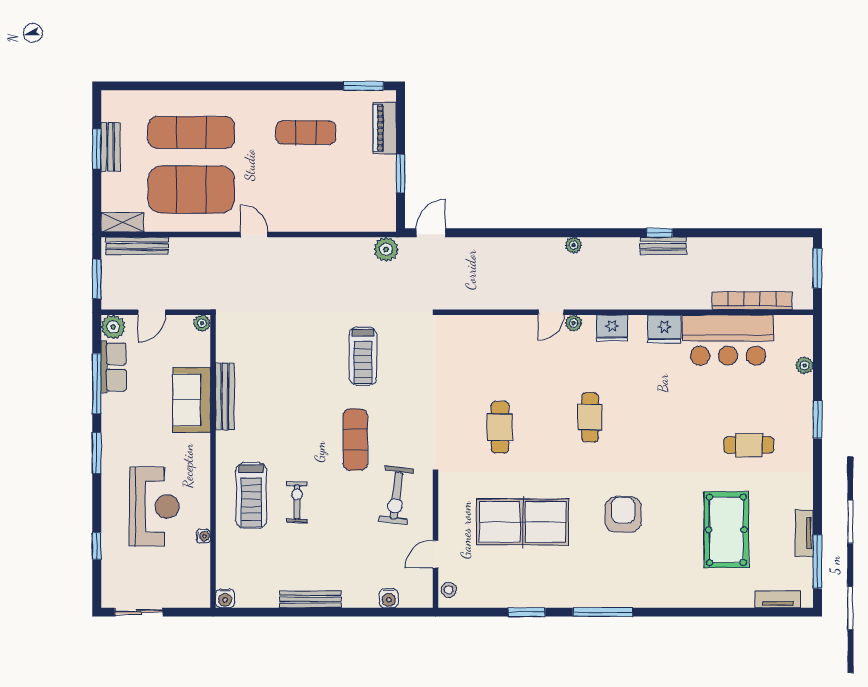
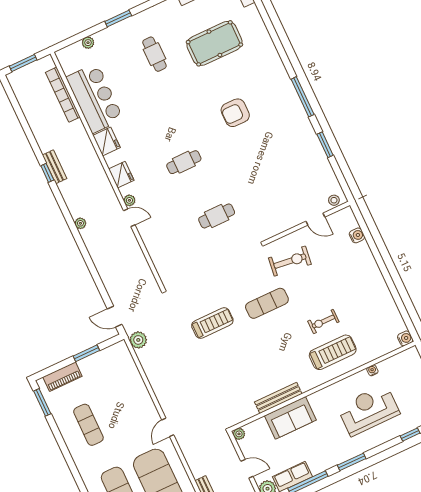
table tennis table: (523, 522) -> (269, 174), removed
bench: (310, 599) -> (381, 285), removed

